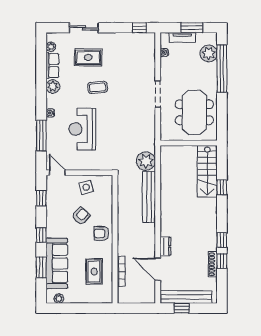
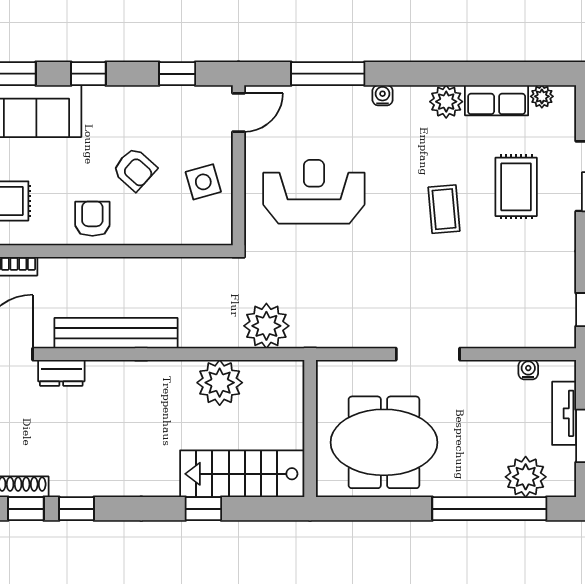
reception desk: (82, 129) -> (314, 192), moved
plant: (170, 181) -> (220, 383), added
bench: (149, 197) -> (116, 333), moved

